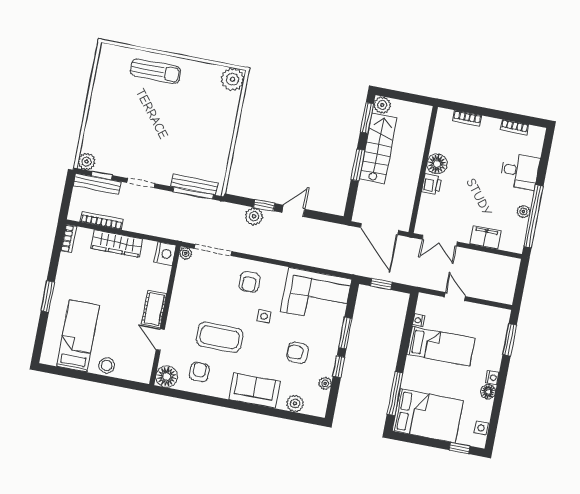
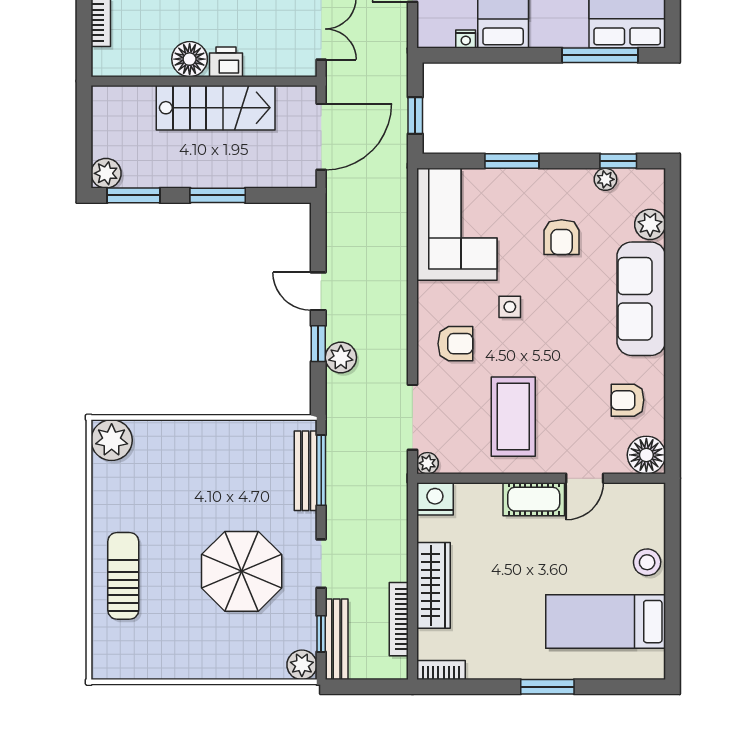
parasol: (145, 138) -> (242, 571), added
stairs: (378, 149) -> (216, 108), moved, turned 180
coffee table: (220, 337) -> (513, 417), moved
window: (339, 367) -> (618, 161), moved
sofa: (255, 390) -> (641, 299), width x1.36

